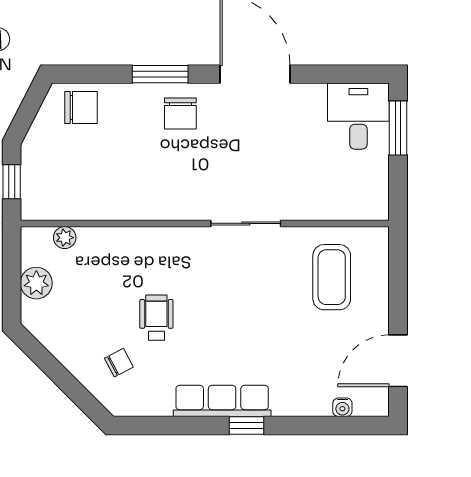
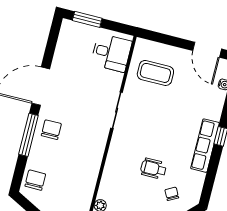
window: (160, 74) -> (28, 135), width x1.44
chair: (180, 113) -> (51, 130), turned -90
desk: (358, 116) -> (111, 53), moved, turned 180

